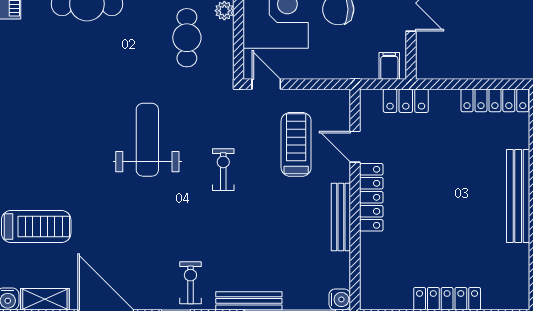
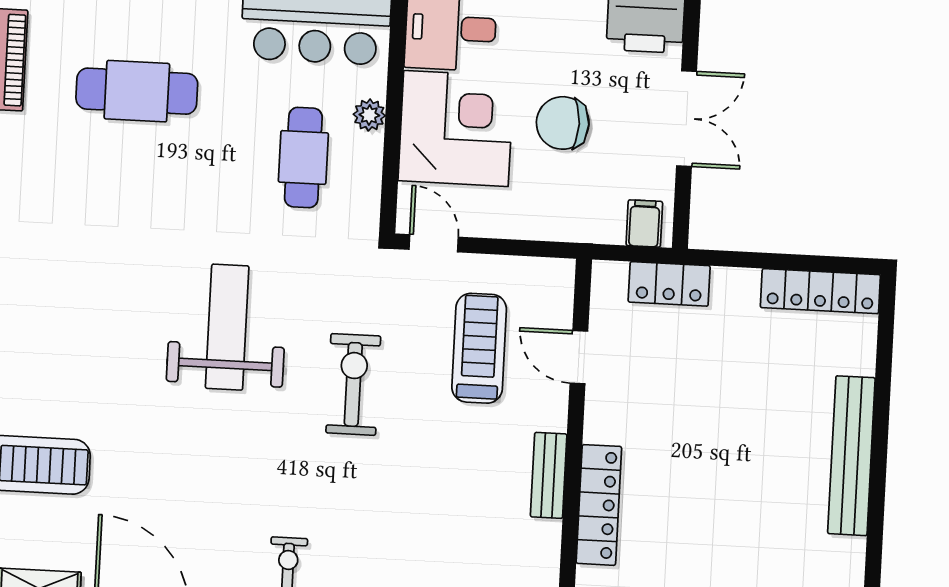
exercise bike: (223, 170) -> (353, 384), width x1.38, depth x1.39
locker: (371, 197) -> (599, 505), moved
bench: (341, 217) -> (549, 475), width x0.73

